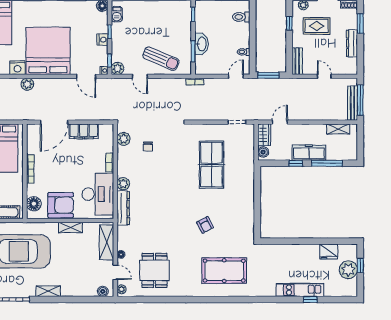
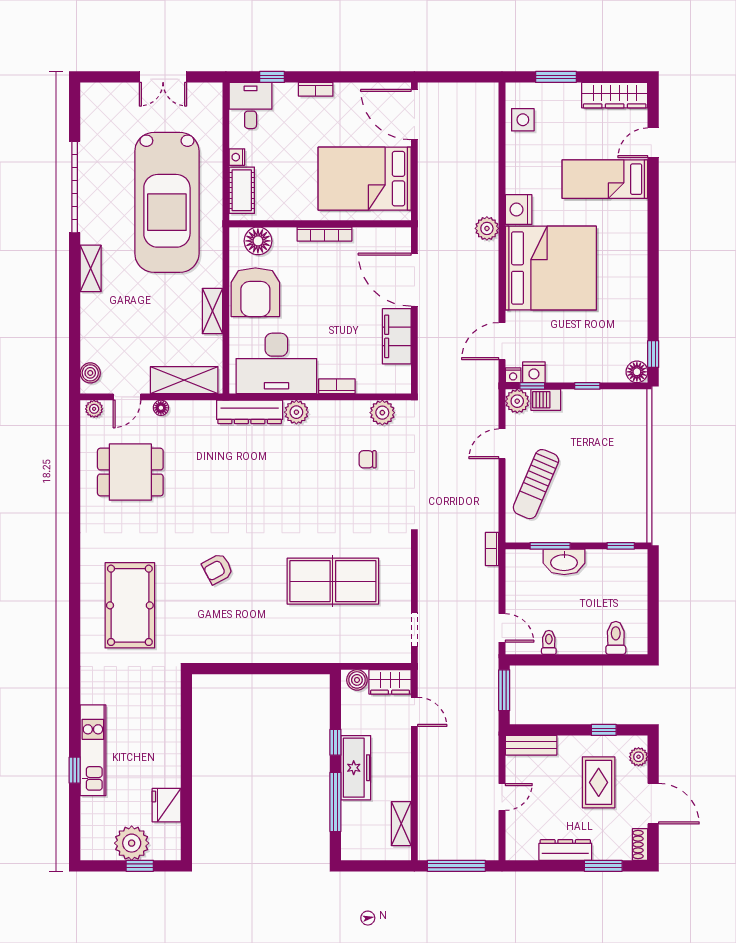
barbecue: (117, 14) -> (546, 400), moved
nightstand: (102, 40) -> (534, 372), moved
bench: (352, 103) -> (451, 851), removed

